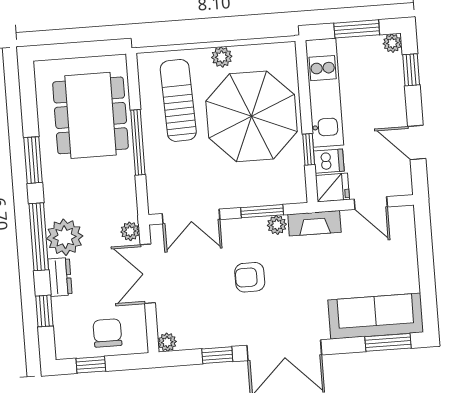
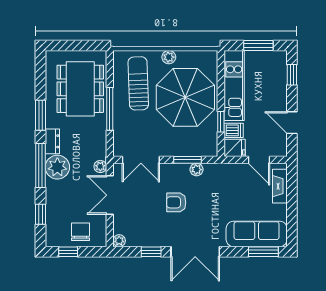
plant: (392, 43) -> (281, 56), removed
fireplace: (314, 223) -> (280, 186), moved, turned 90
dresser: (60, 277) -> (52, 141), moved

